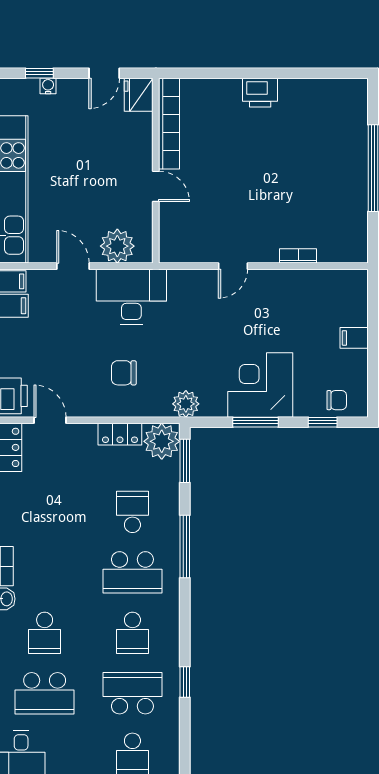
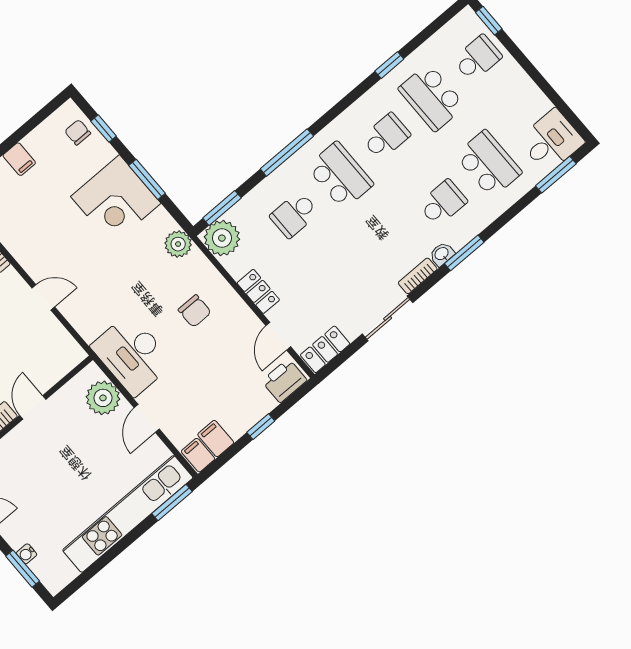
window: (39, 73) -> (23, 569), width x1.50
locker: (120, 434) -> (258, 291), moved

